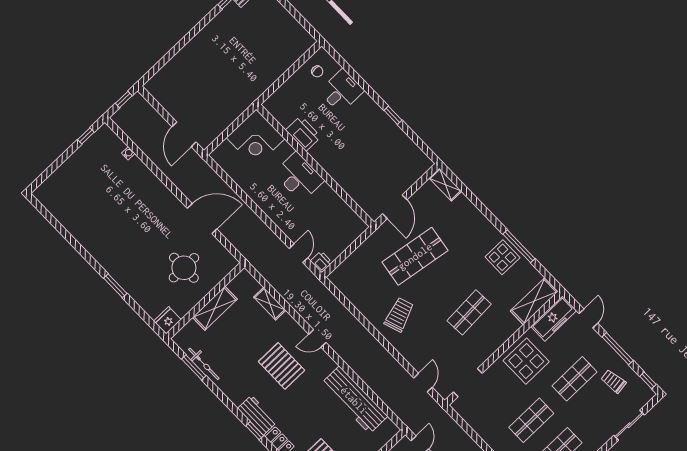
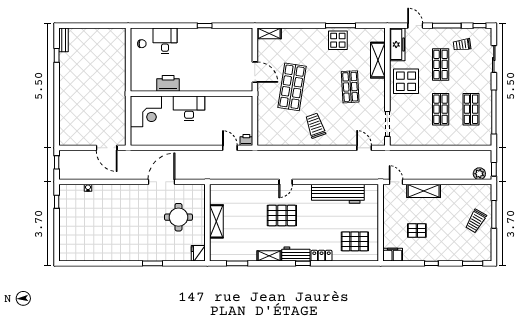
shelving: (534, 301) -> (378, 60), moved
shelving: (270, 304) -> (269, 256), moved
bicycle: (204, 364) -> (241, 256), removed

